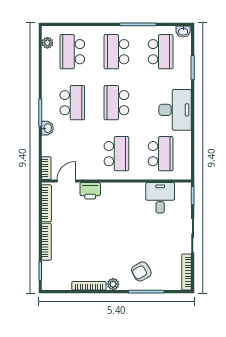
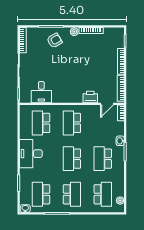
school desk: (116, 103) -> (72, 159), turned 180

